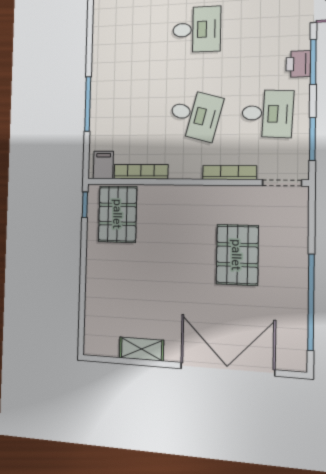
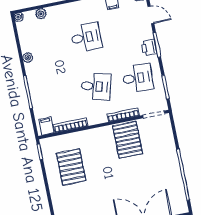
plant: (99, 48) -> (28, 57), added
pallet: (118, 214) -> (71, 167), moved
pallet: (237, 255) -> (128, 140), moved

